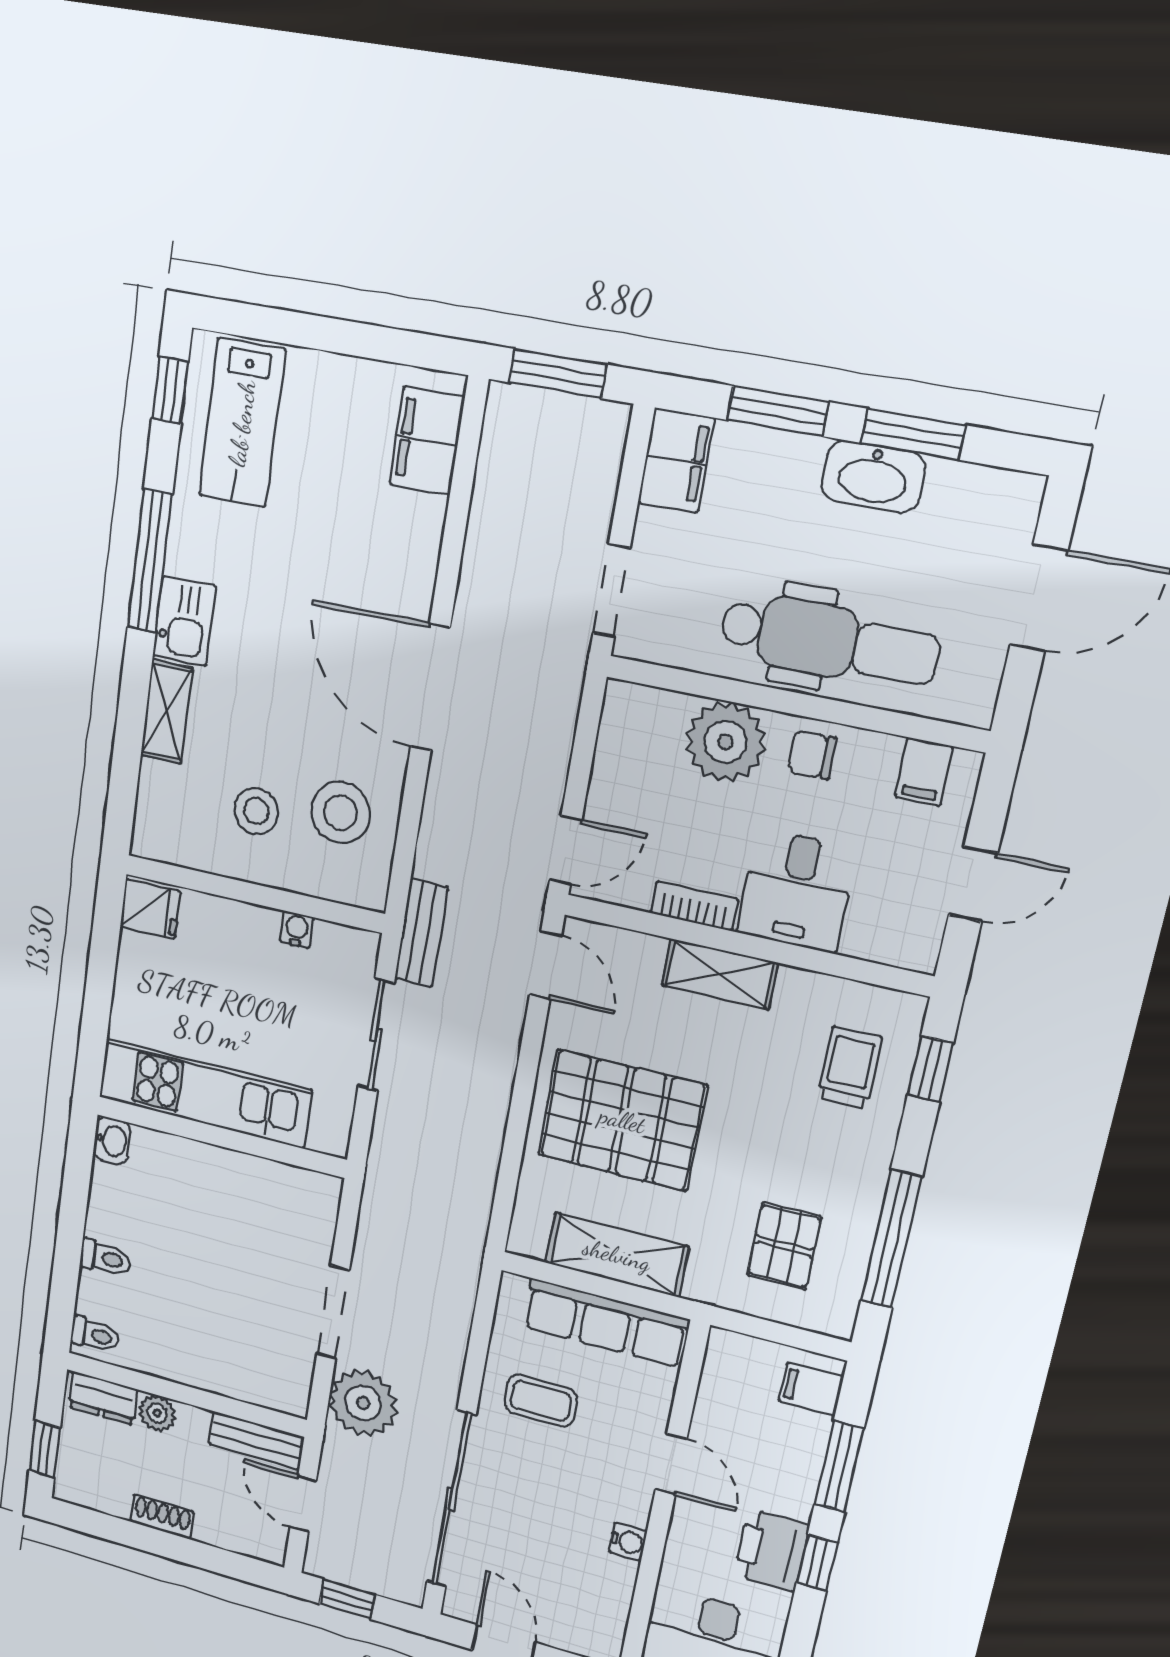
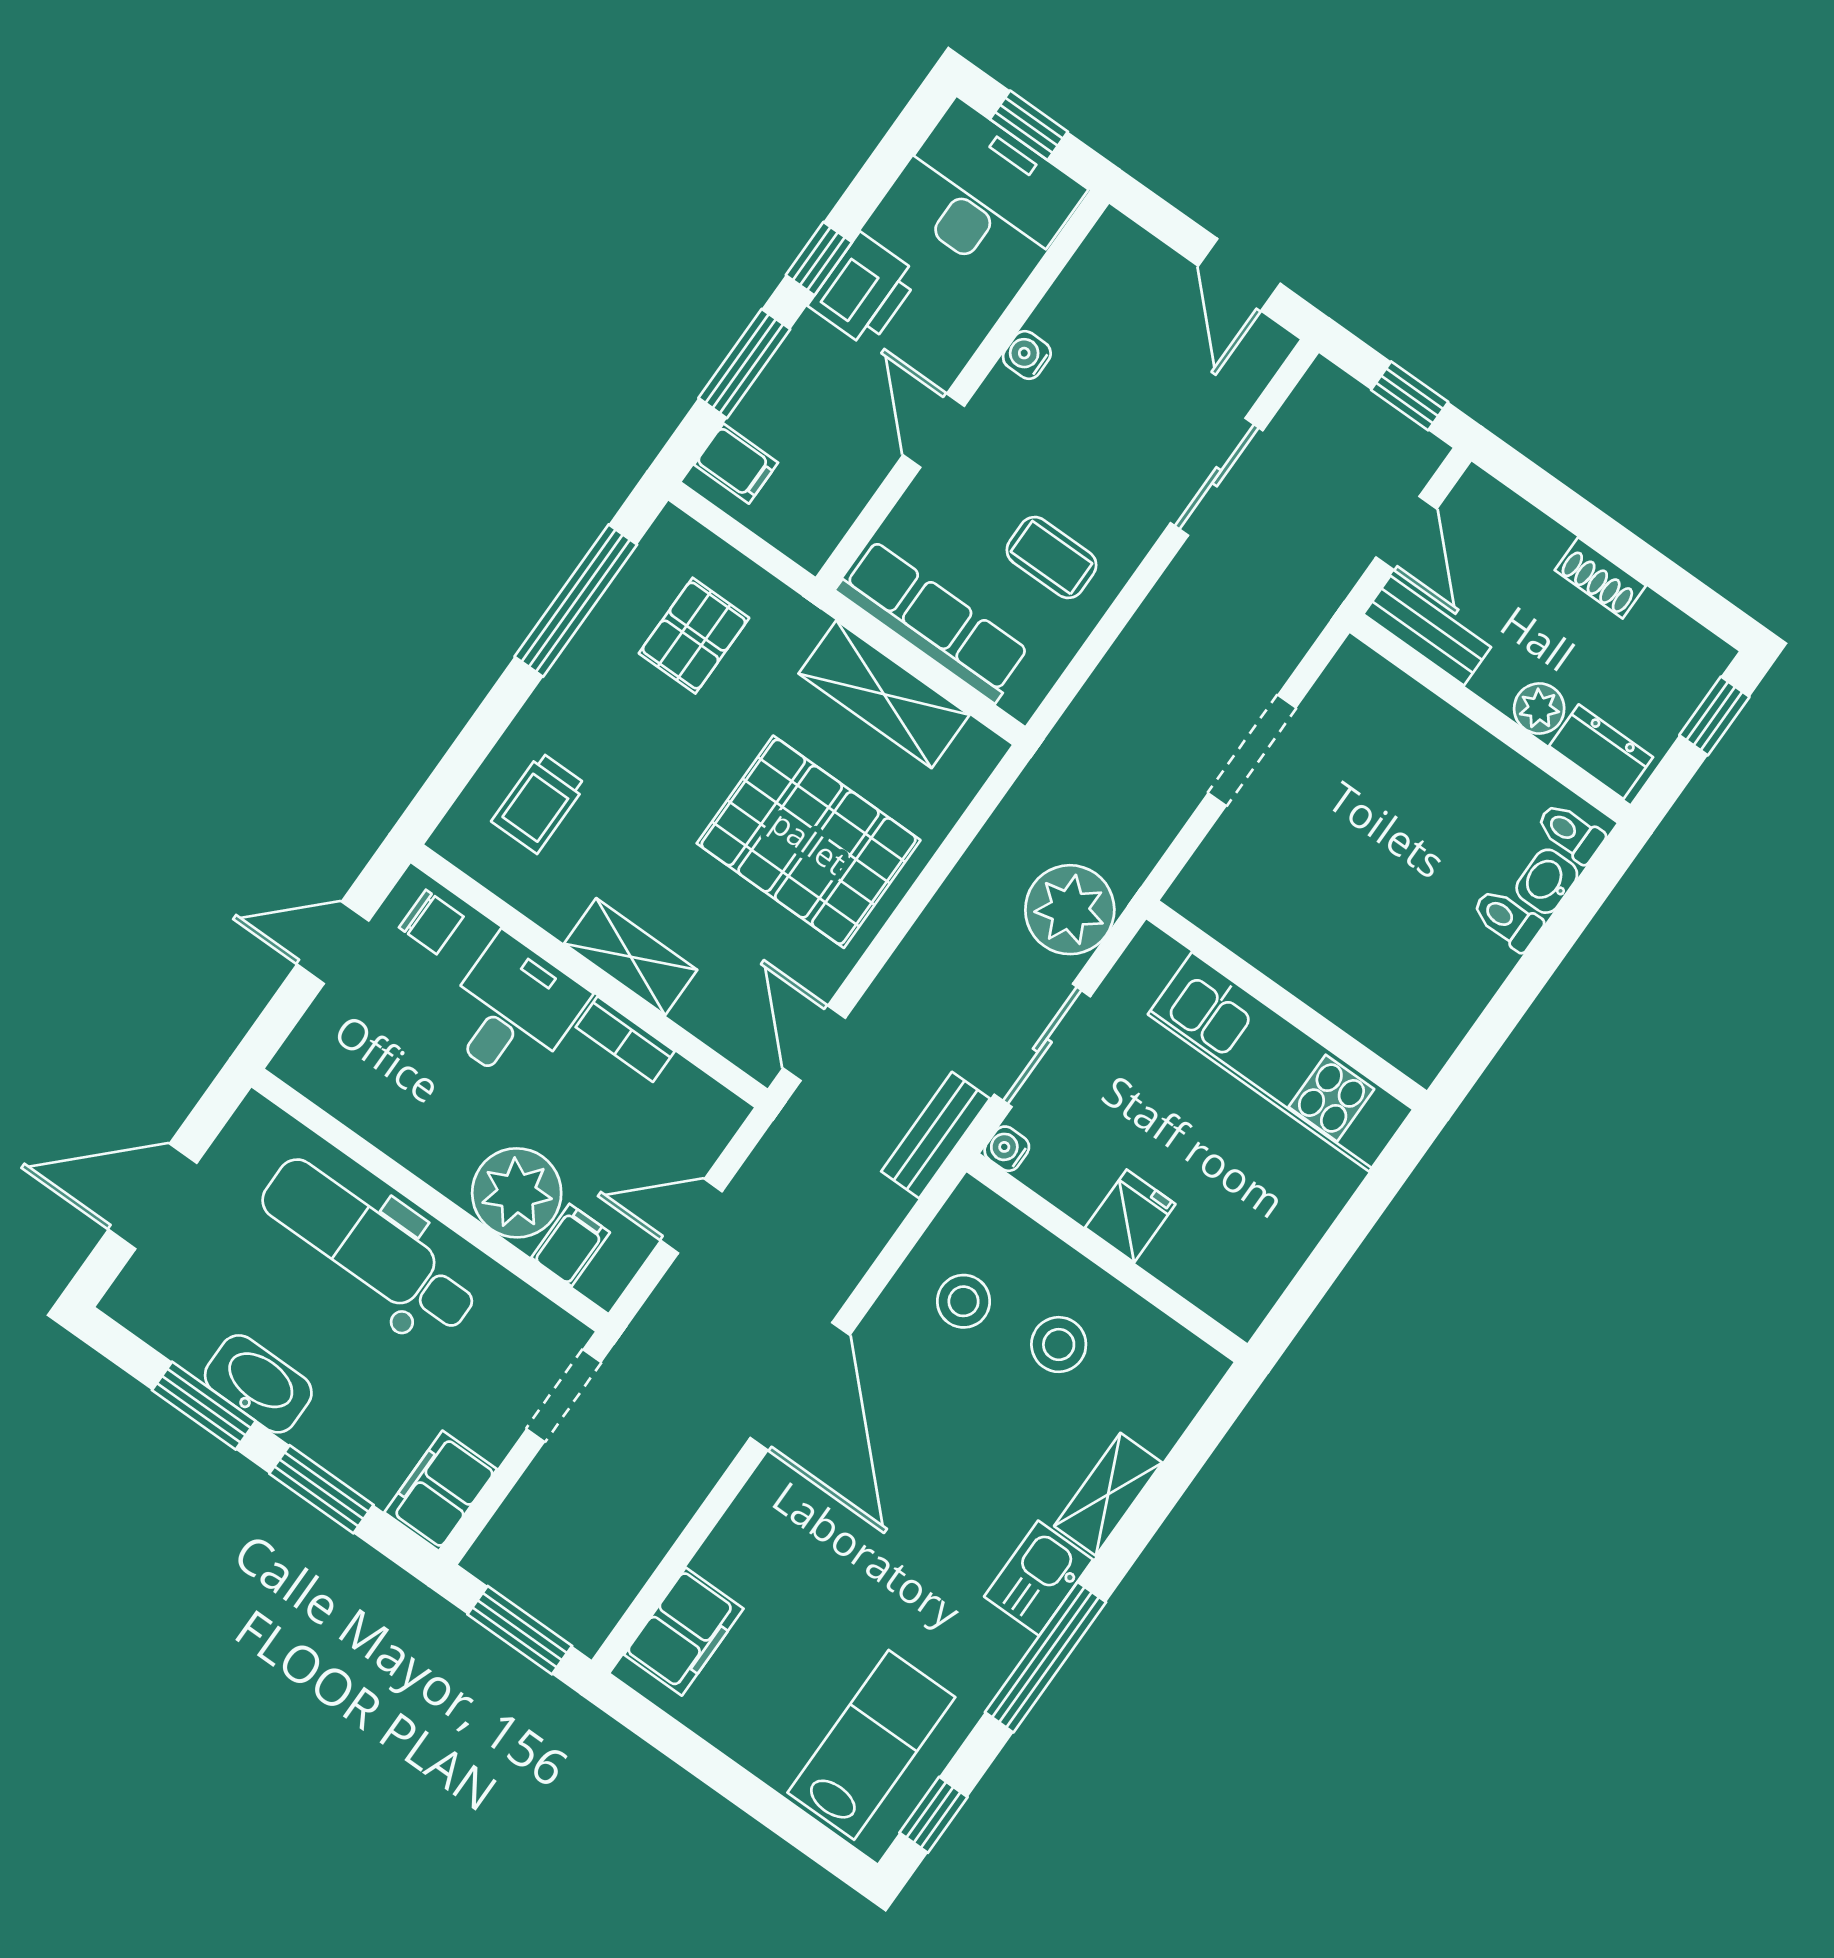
chair: (812, 755) -> (431, 922), moved
filing cabinet: (924, 772) -> (571, 1245), moved
stool: (340, 813) -> (964, 1301), width x0.73, depth x0.73
door: (566, 850) -> (691, 1216), moved
fridge: (150, 909) -> (1130, 1216), moved, turned 90
water cooler: (297, 929) -> (1007, 1149), moved, turned 90
window: (930, 1069) -> (456, 769), removed
washbasin: (112, 1140) -> (1547, 881), moved
plant: (363, 1403) -> (1070, 910), moved
sliding door: (451, 1499) -> (1217, 477), width x0.54

